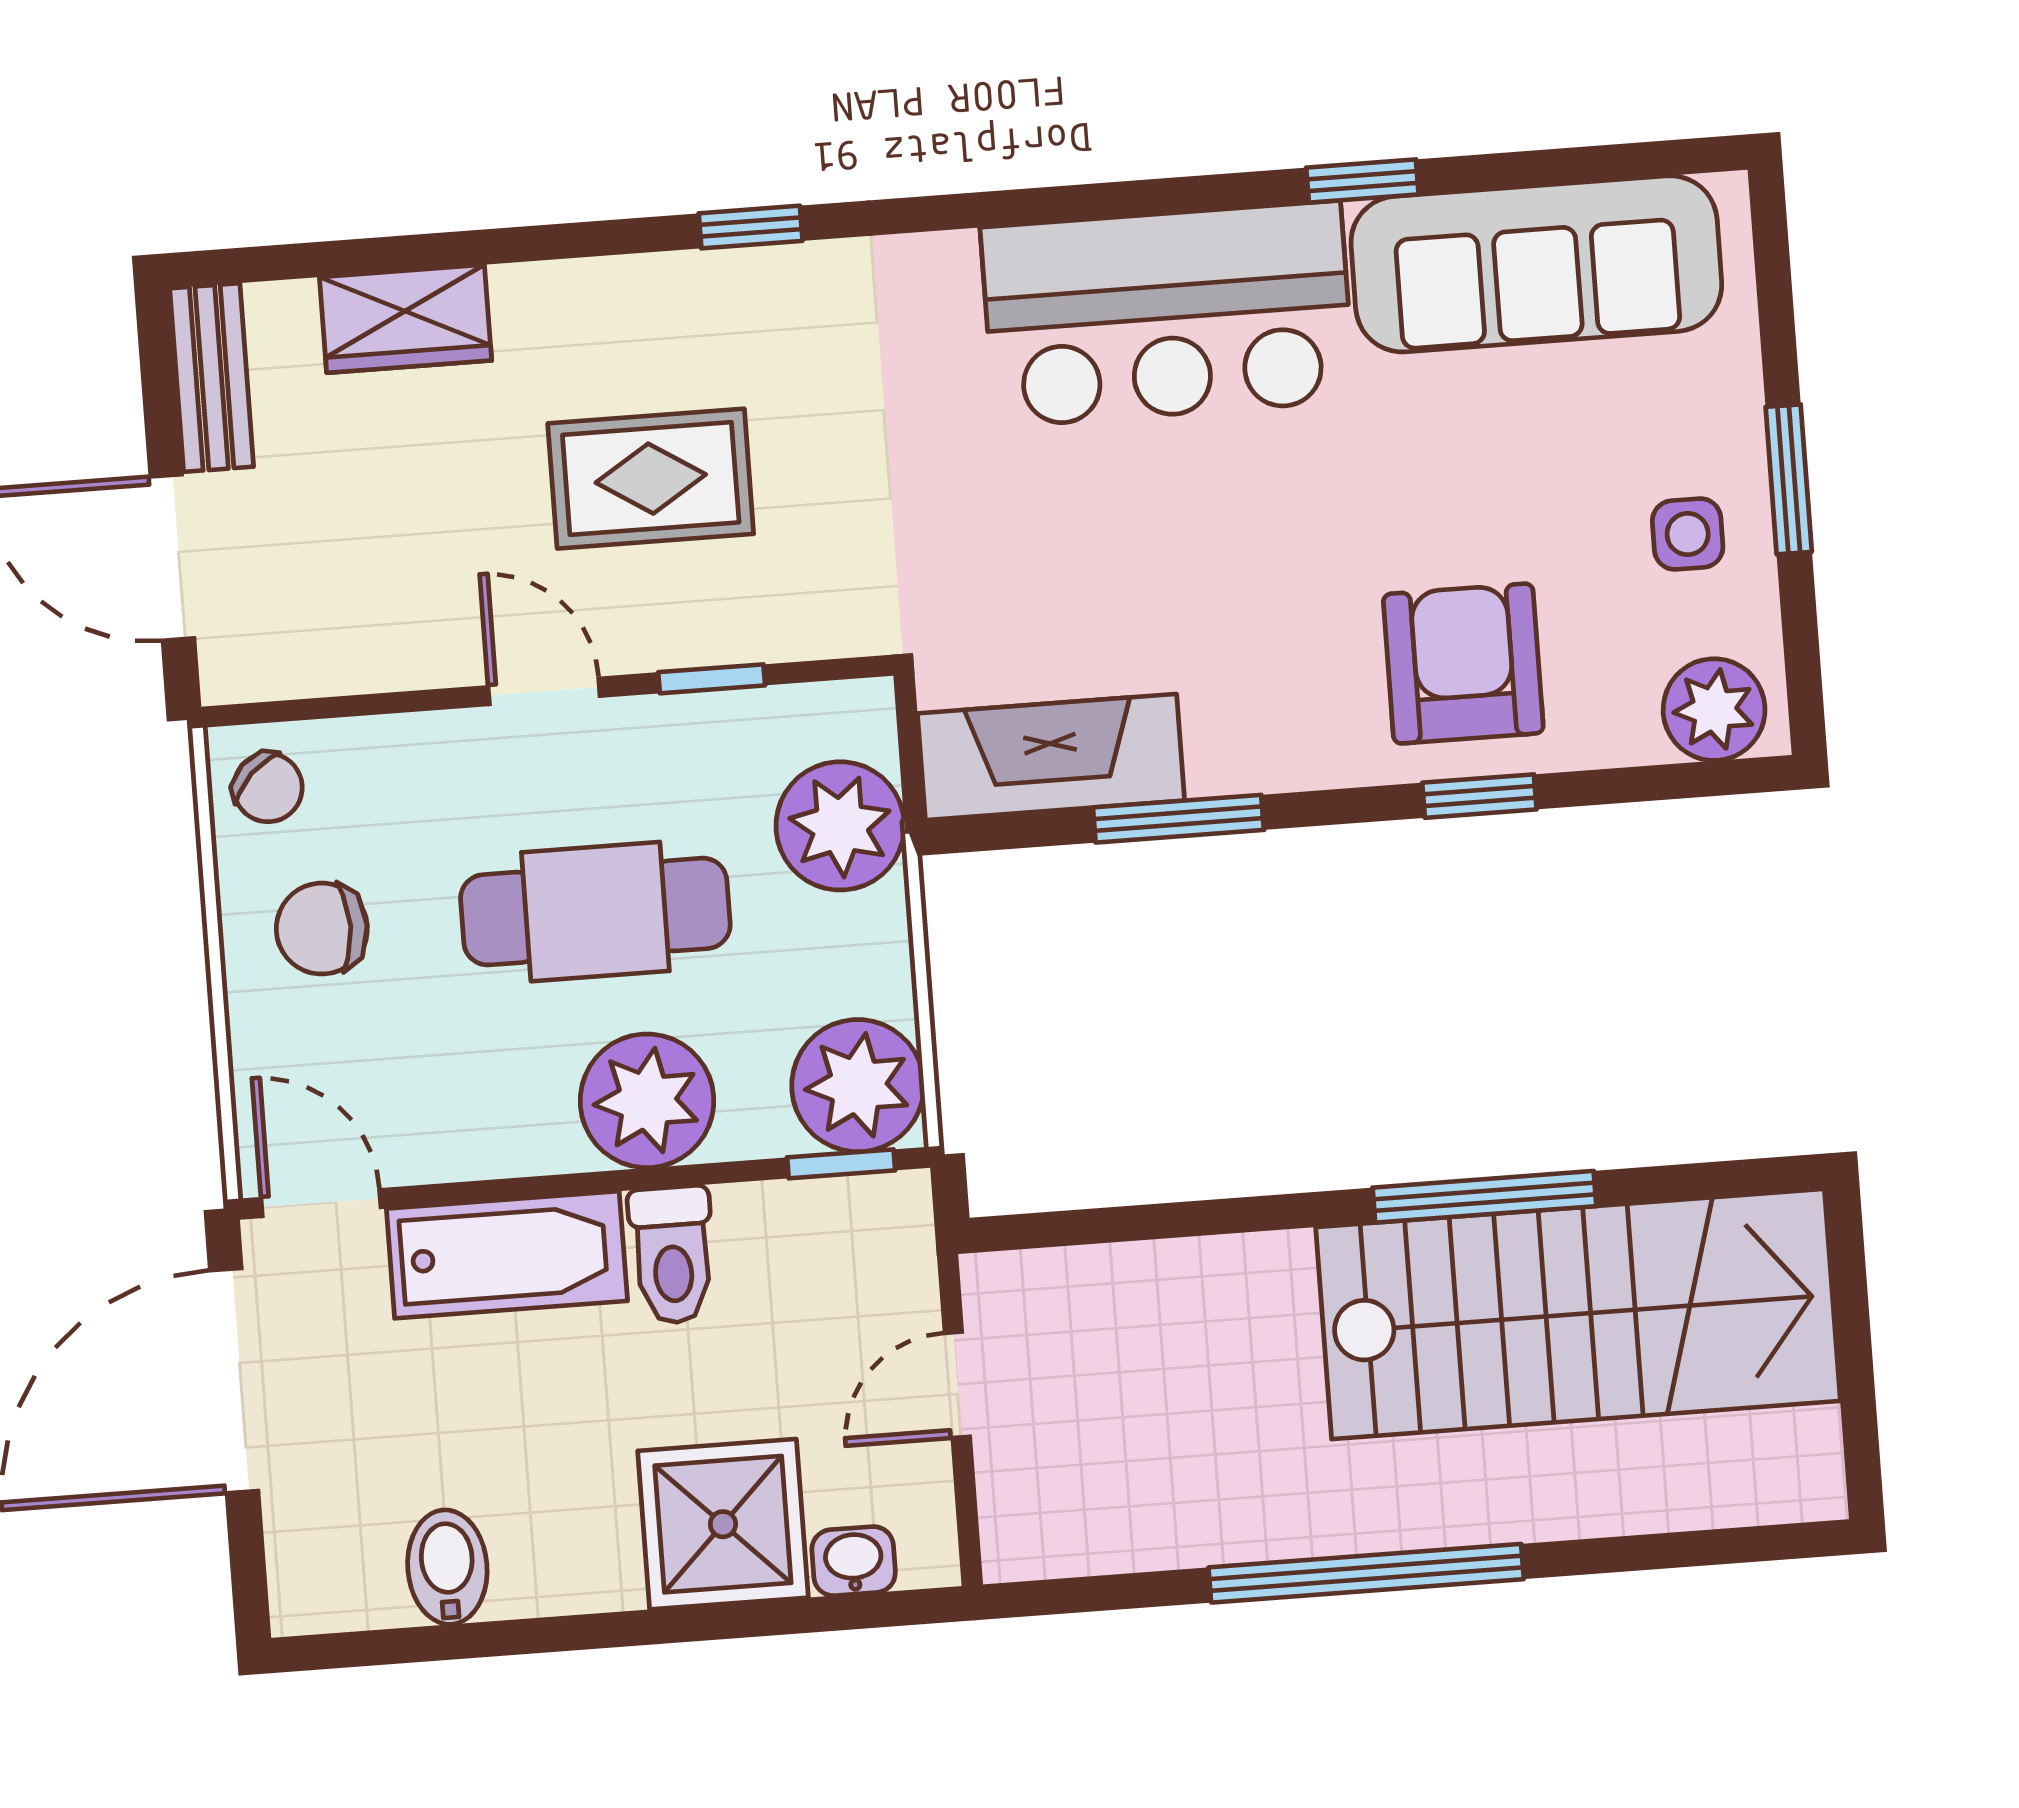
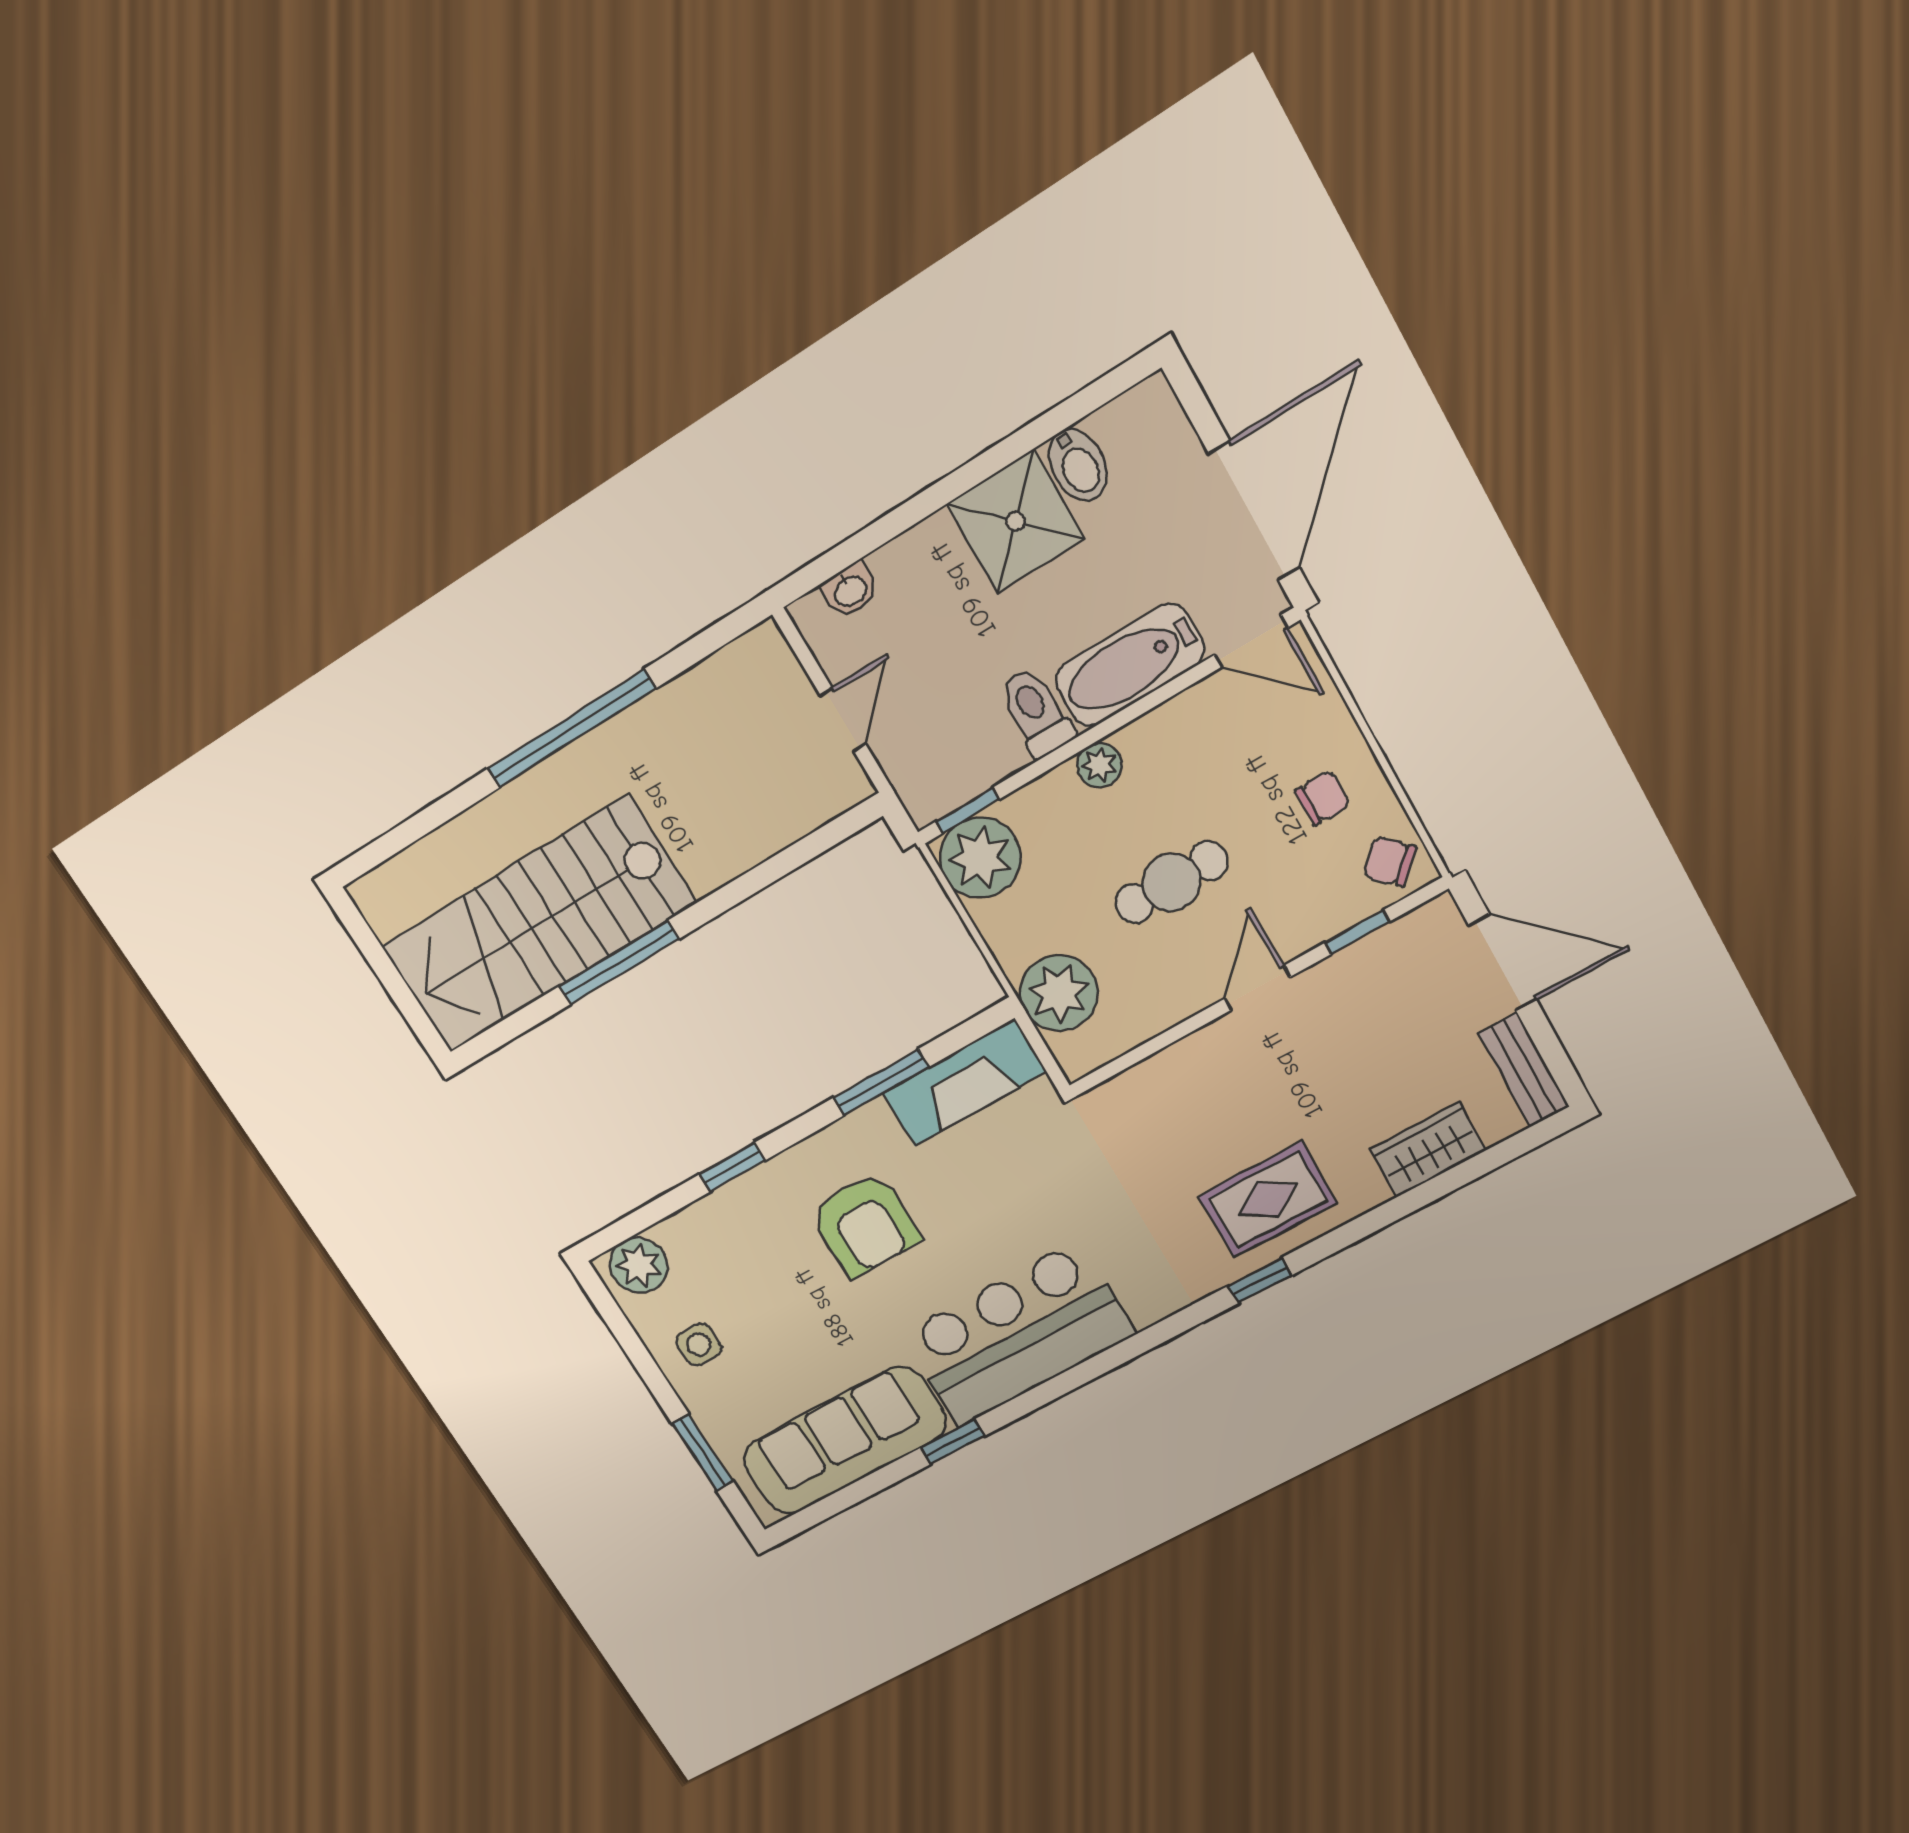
rug: (651, 479) -> (1267, 1200), moved
window: (1789, 479) -> (703, 1452), moved
armchair: (1463, 664) -> (865, 1224), moved
window: (712, 679) -> (1357, 932), moved
door: (544, 691) -> (1257, 988), swing flipped
cafe table: (595, 912) -> (1171, 882), width x0.73, depth x0.74
chair: (322, 929) -> (1323, 798), width x0.73, depth x0.73
plant: (647, 1101) -> (1099, 765), width x0.53, depth x0.53
shower: (723, 1524) -> (1015, 521), moved

